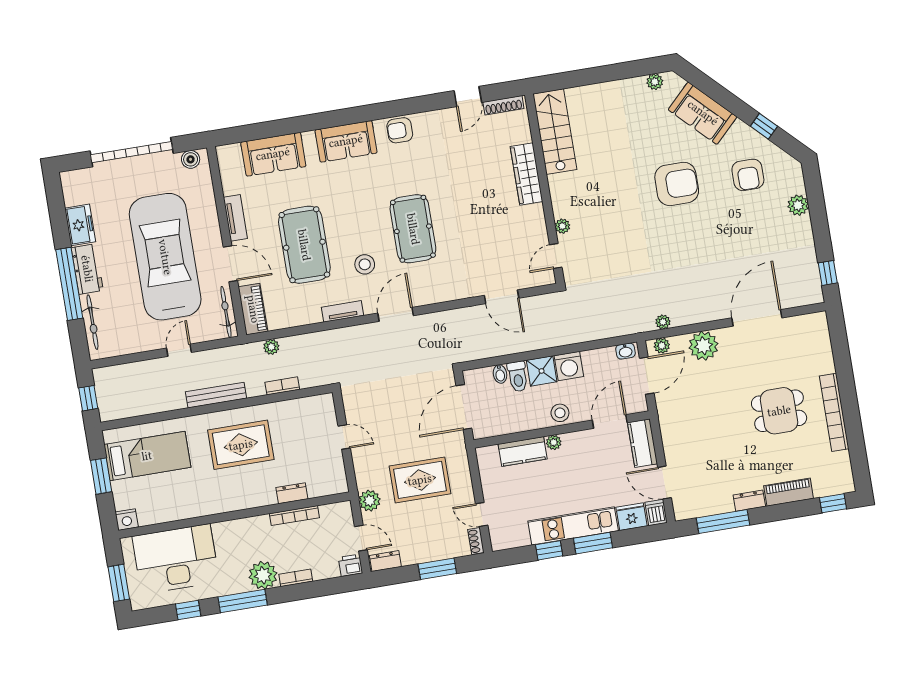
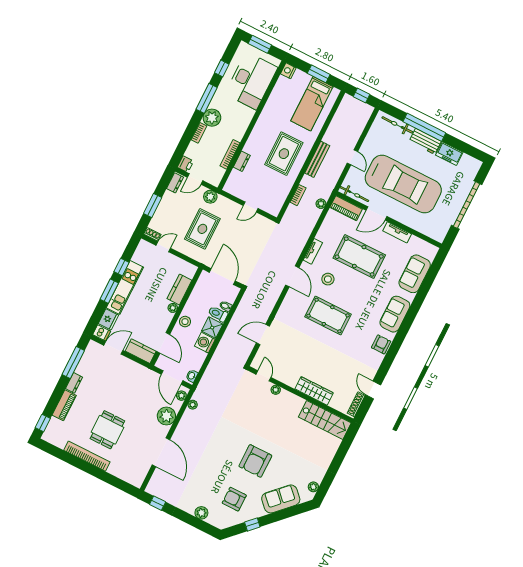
boiler: (191, 159) -> (442, 231), removed

